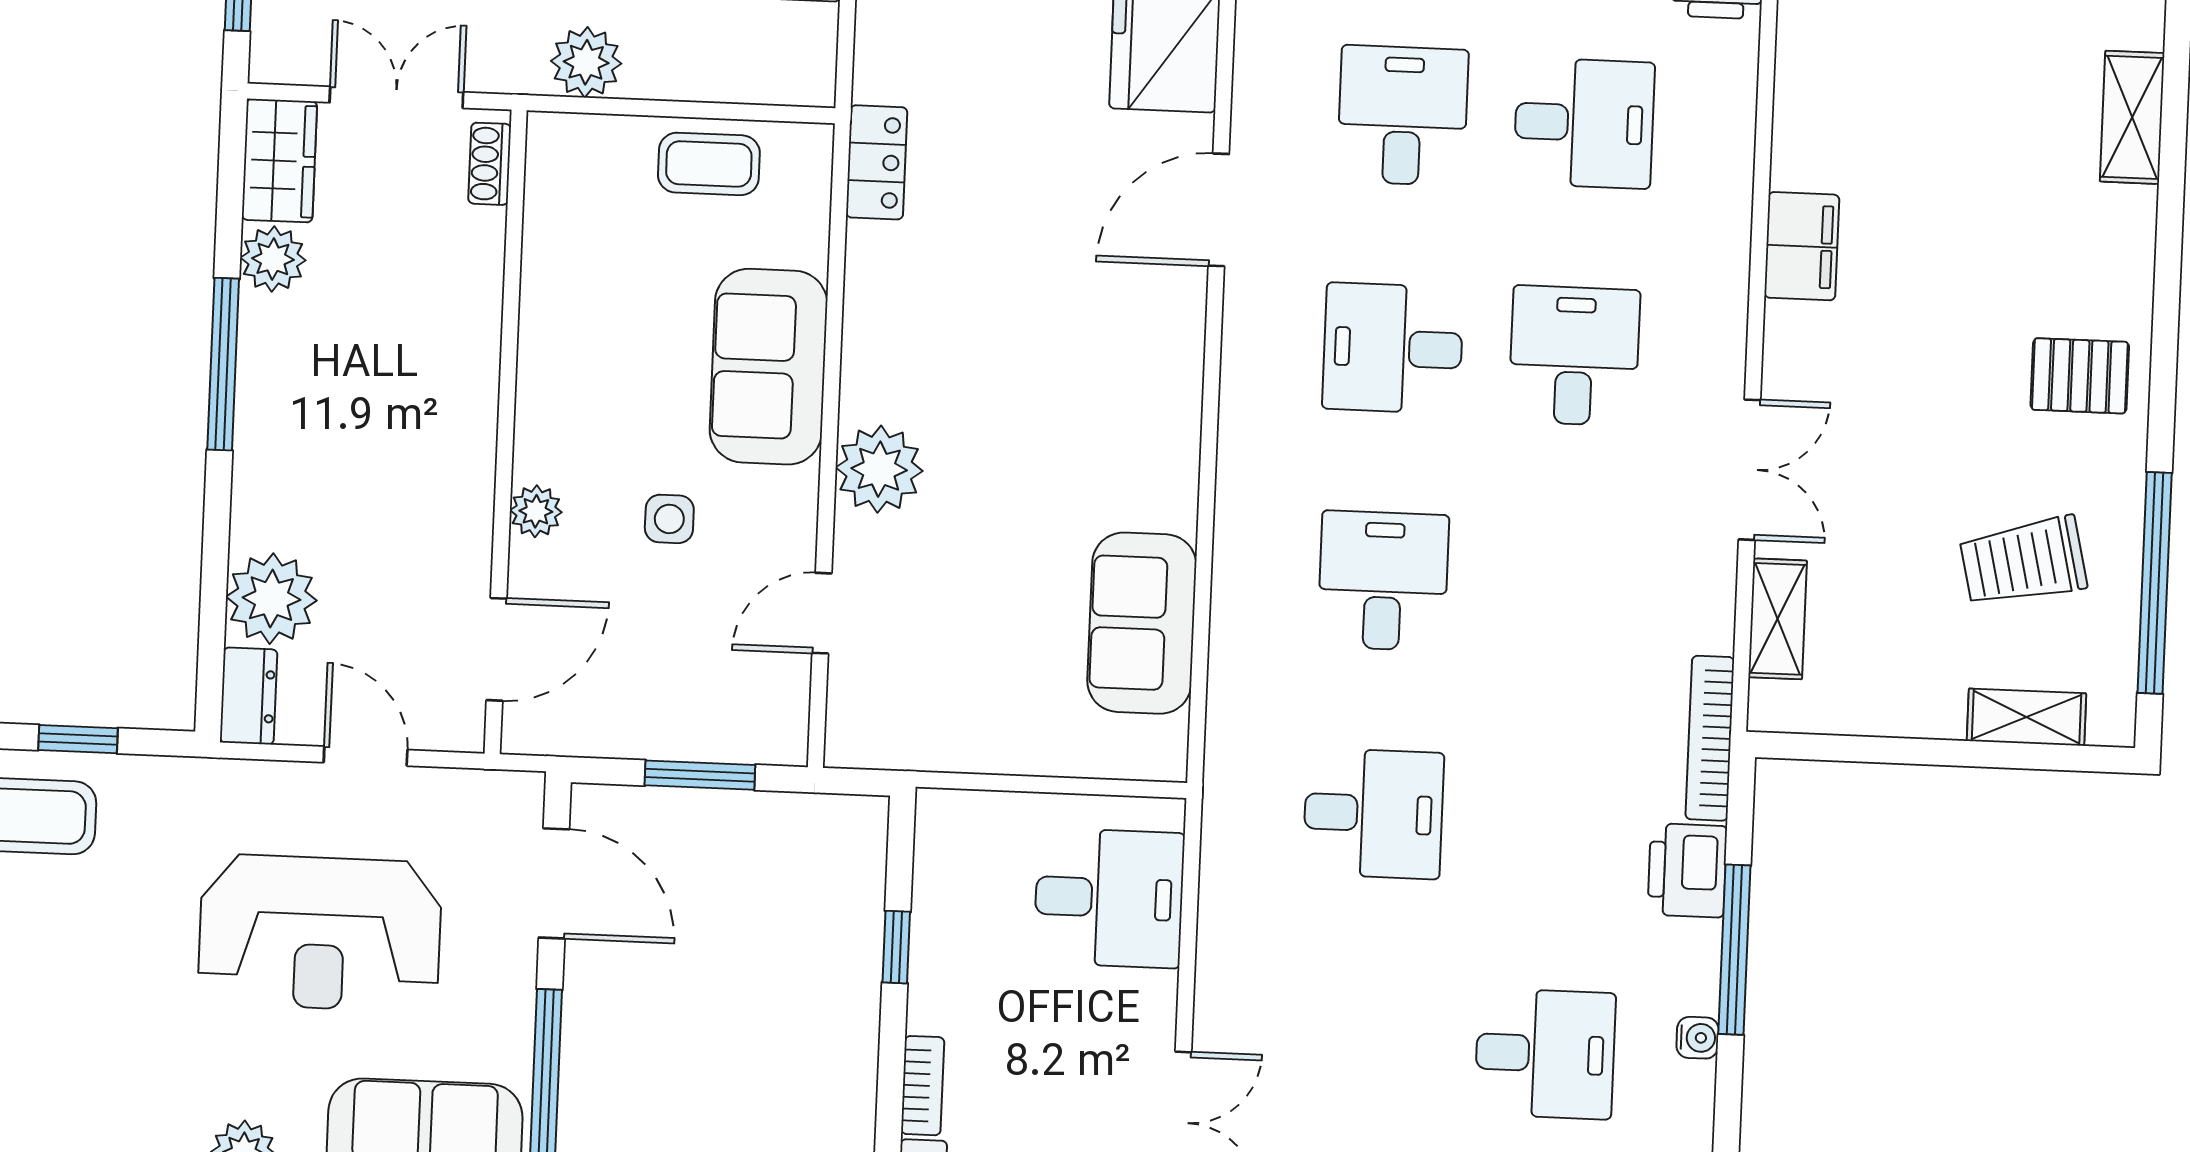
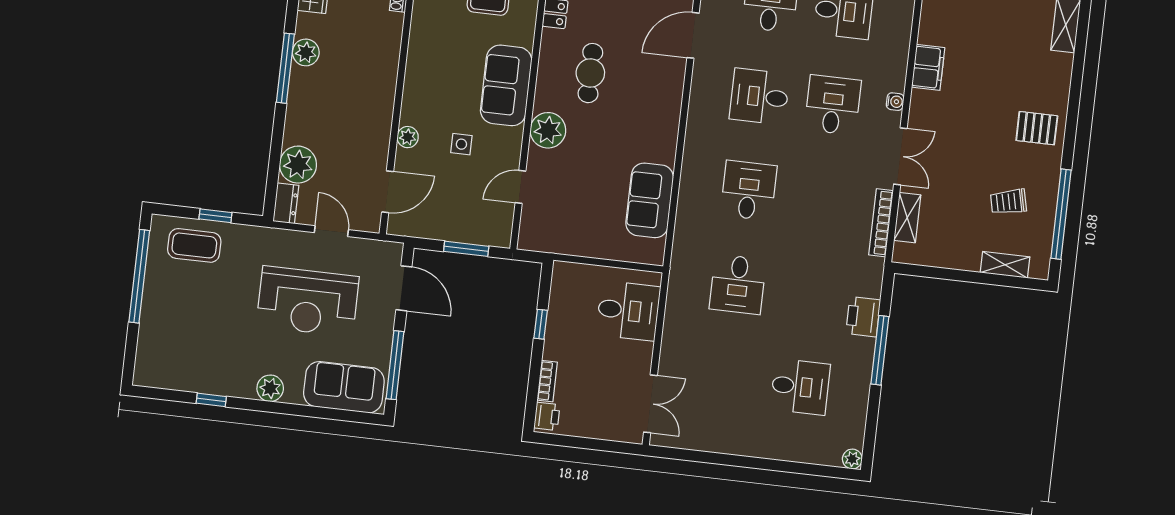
plant: (273, 259) -> (306, 52), moved
cafe table: (973, 321) -> (590, 73), added
trolley: (2023, 562) -> (1008, 202), width x0.73, depth x0.72
bookcase: (1710, 738) -> (881, 223), moved
desk: (1373, 813) -> (738, 284), turned 90
water cooler: (1698, 1038) -> (895, 102), moved

